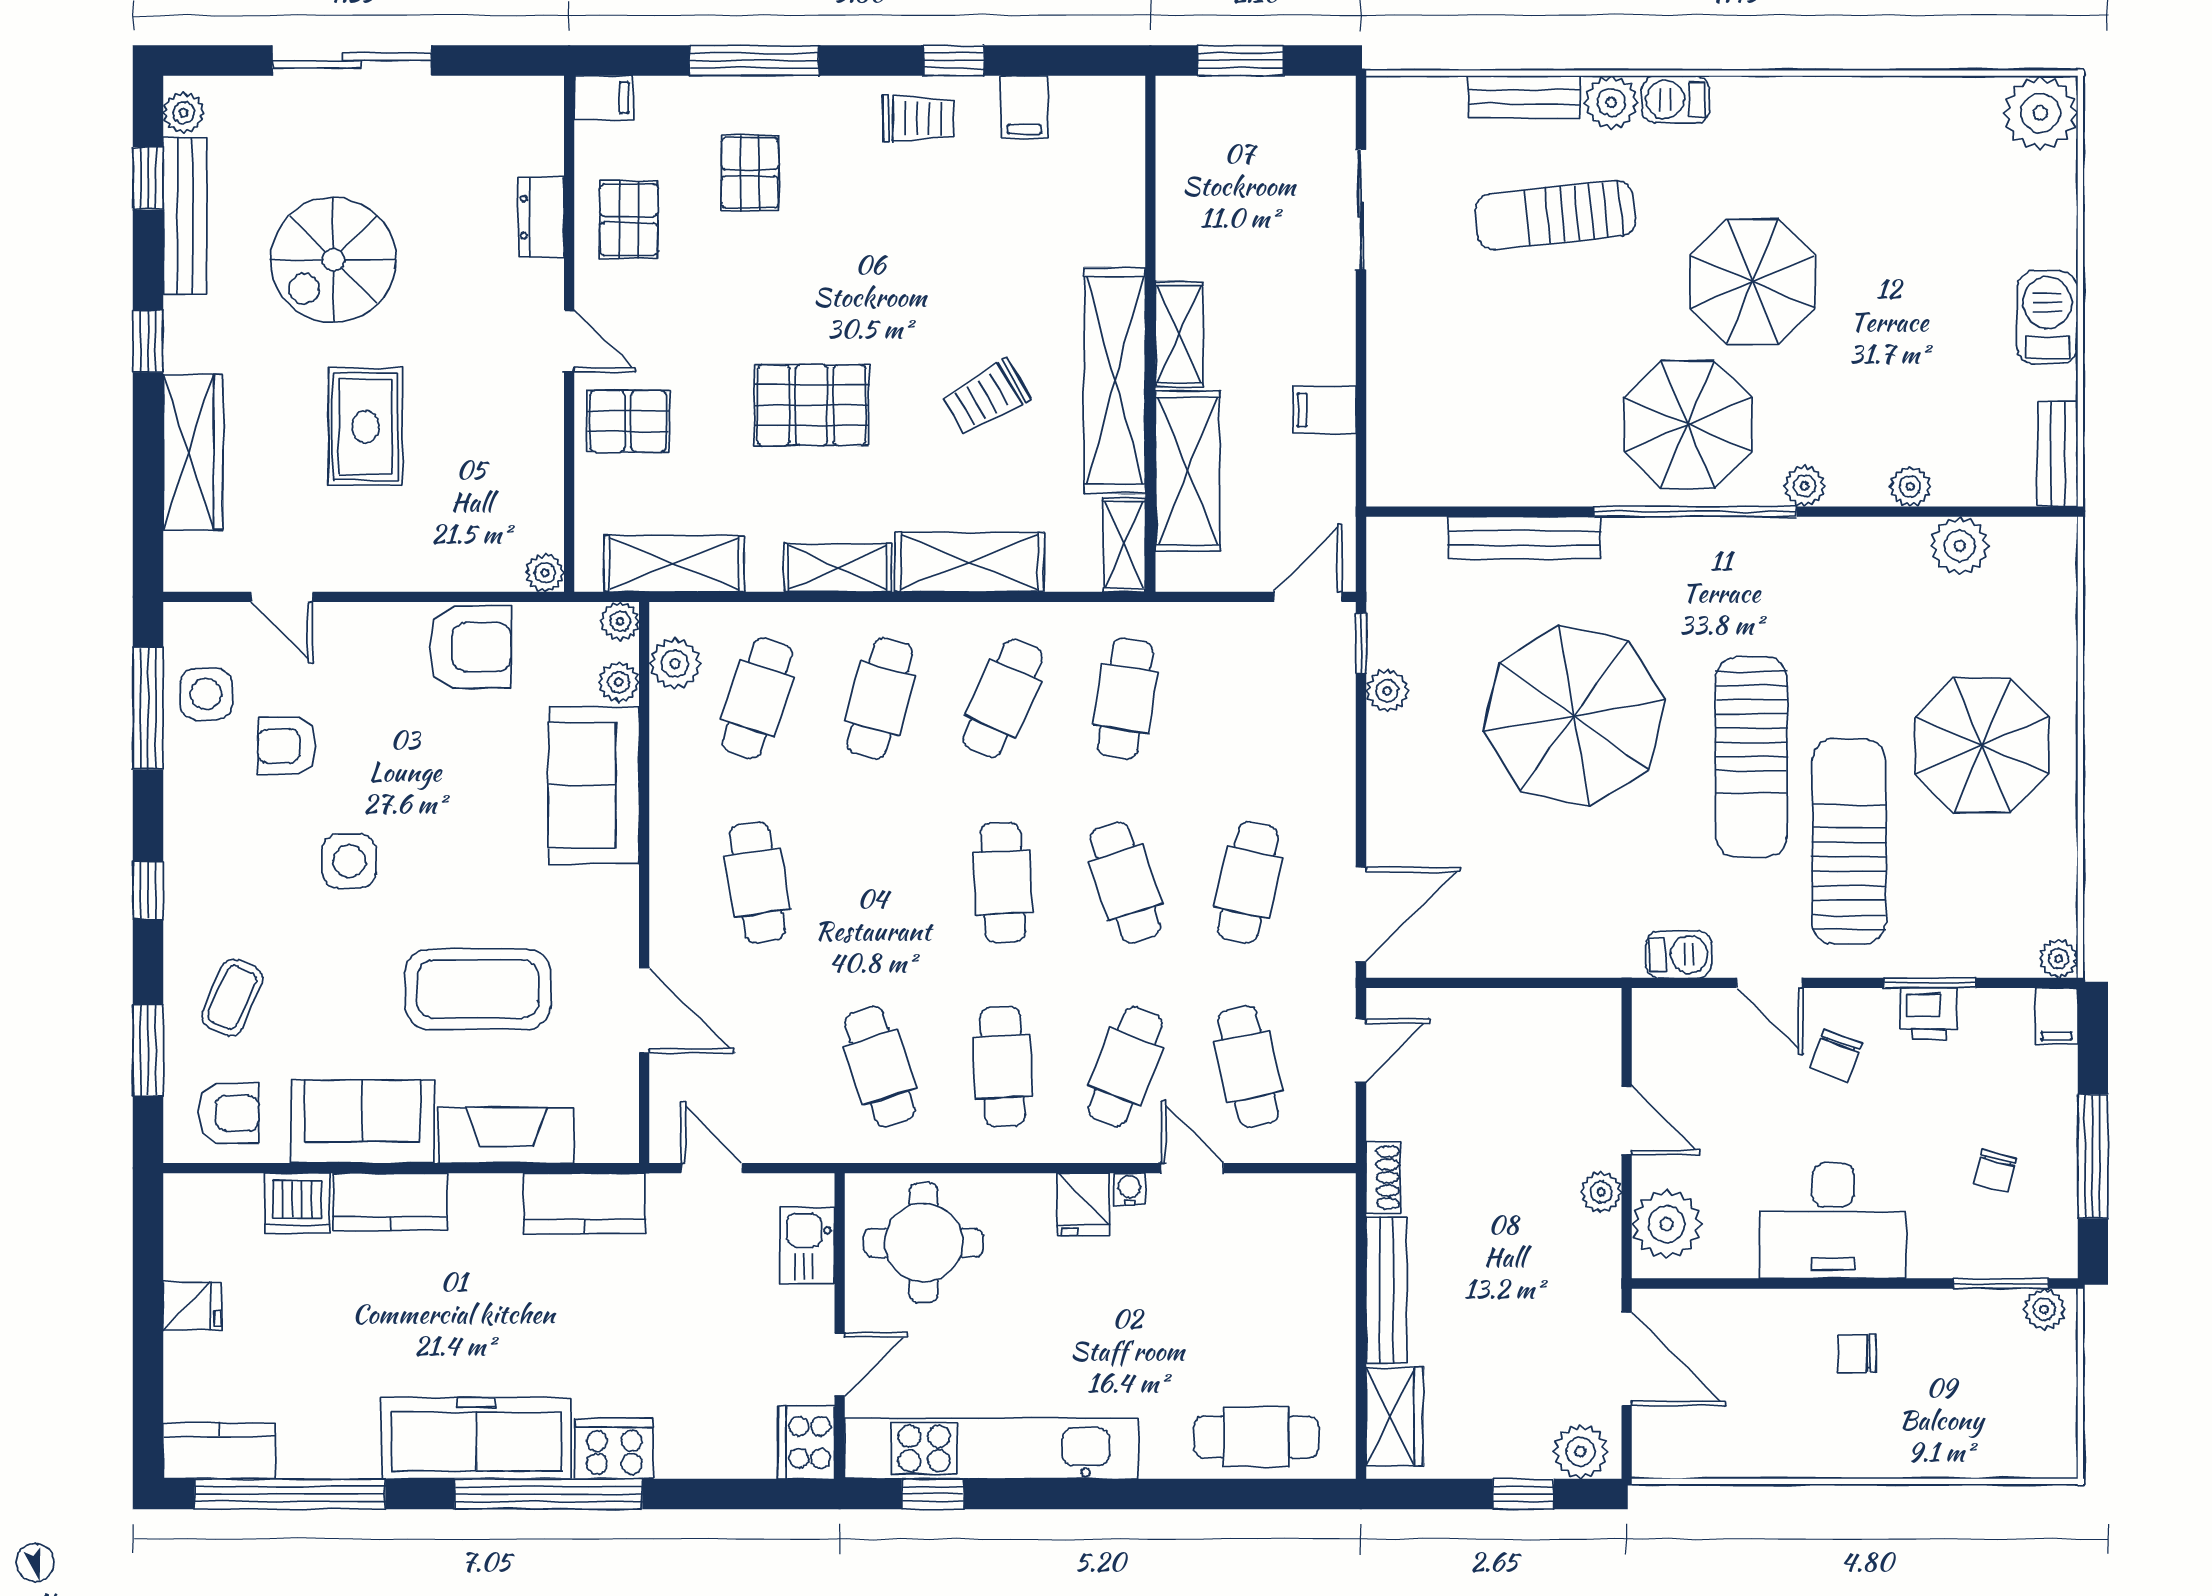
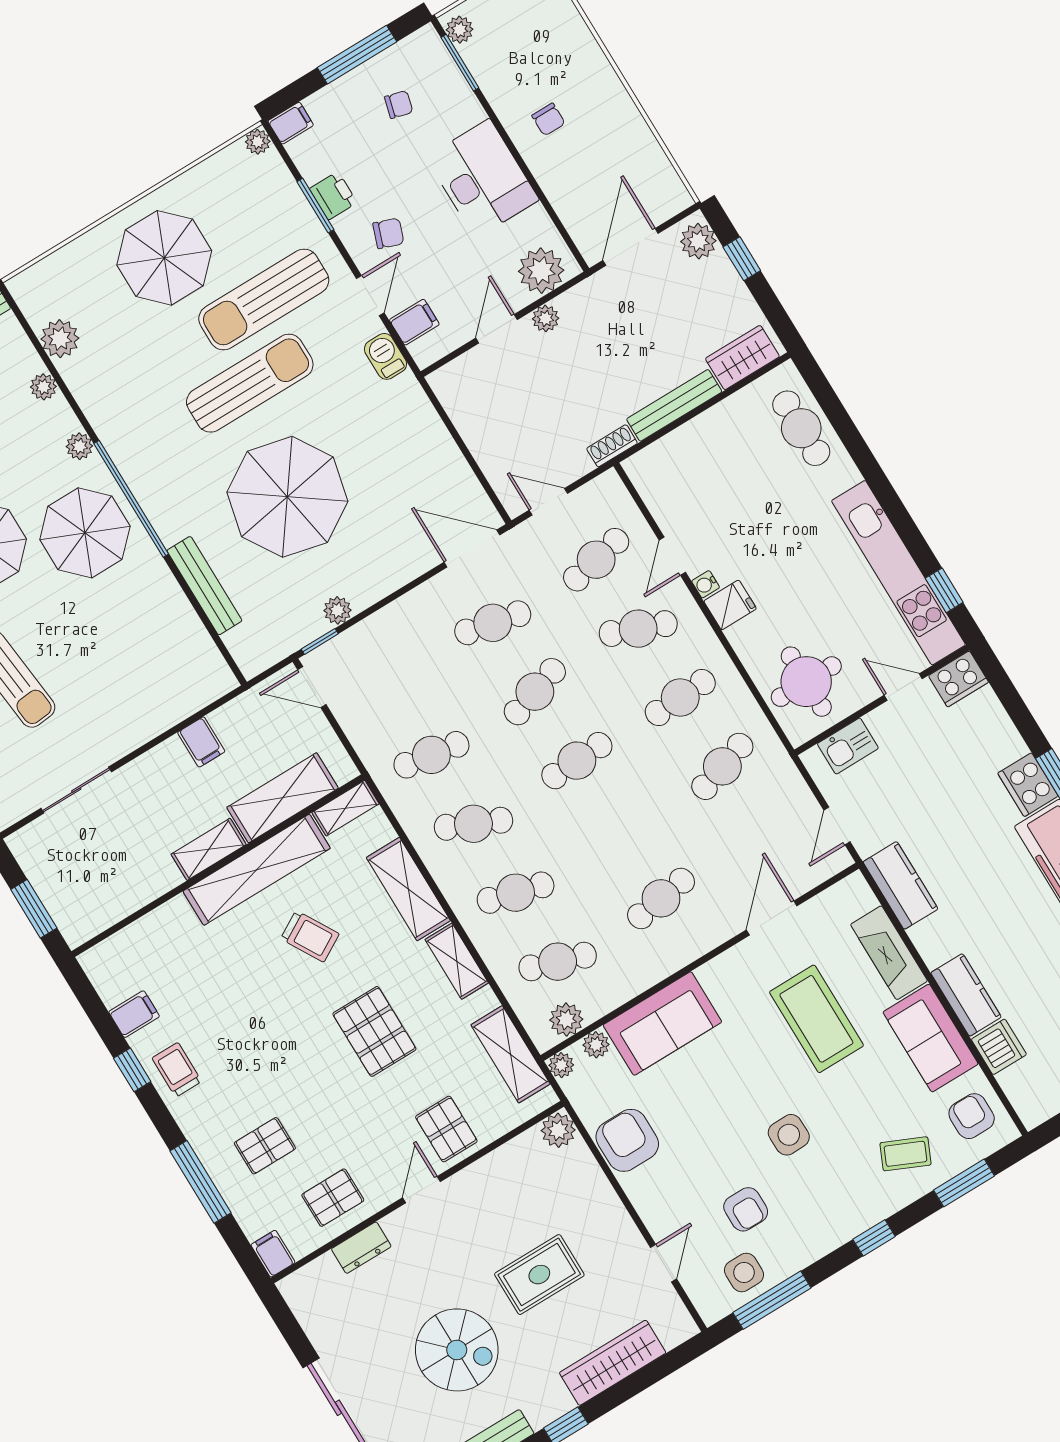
plant: (545, 573) -> (558, 1130), width x1.38, depth x1.38
filing cabinet: (1700, 1019) -> (414, 322), added

